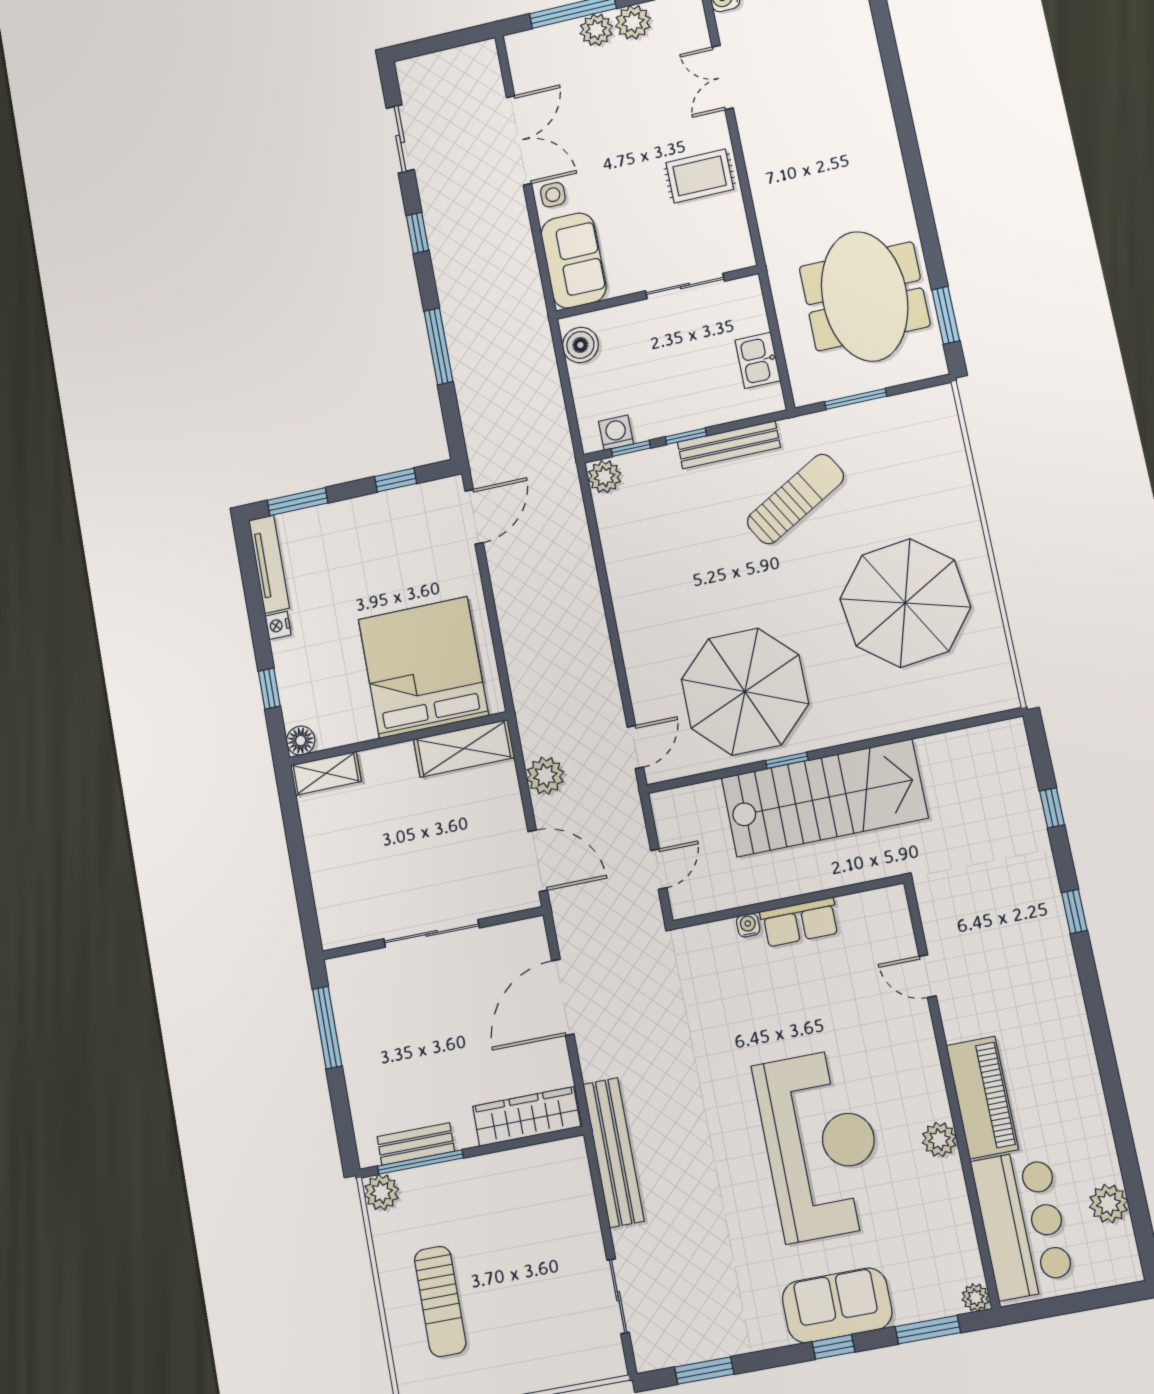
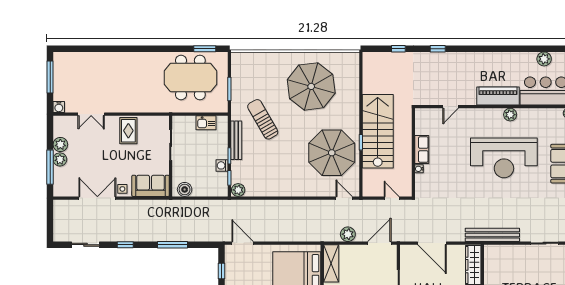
washing machine: (616, 433) -> (222, 165), moved
reception desk: (821, 1145) -> (504, 158), turned 180

